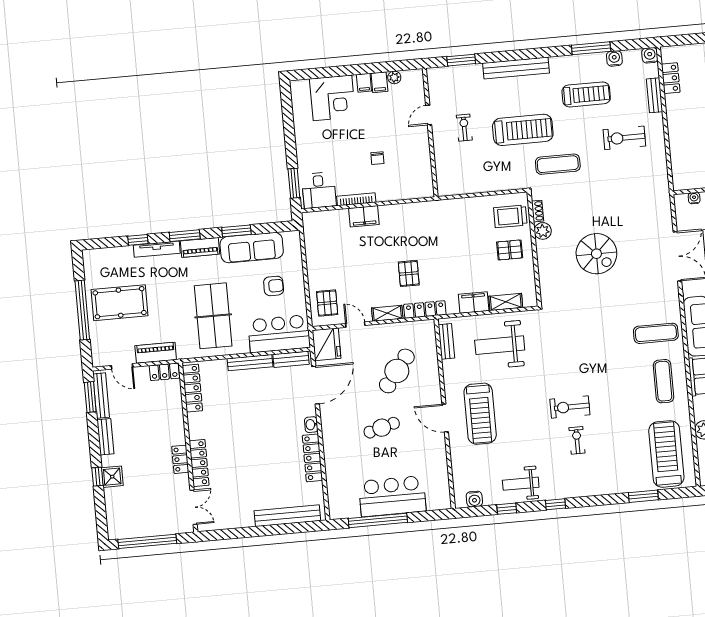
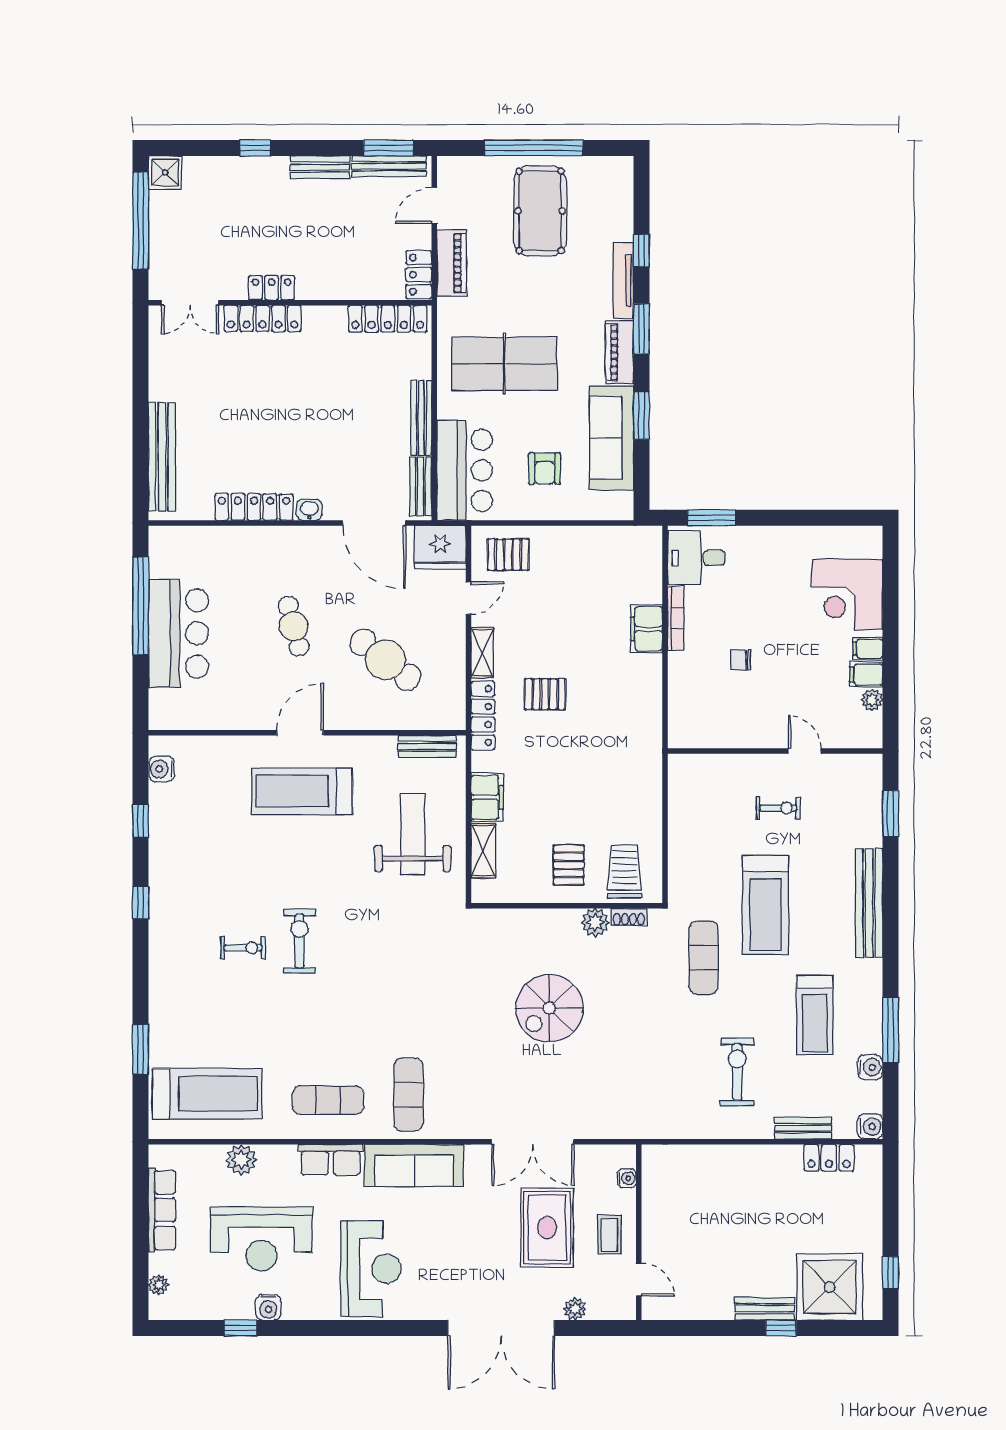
shower: (112, 477) -> (165, 172), moved
weight bench: (521, 484) -> (180, 848), removed

